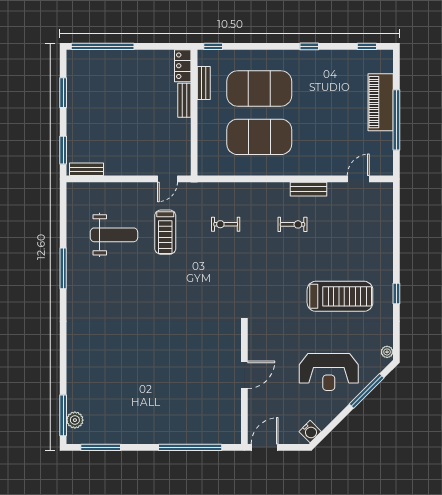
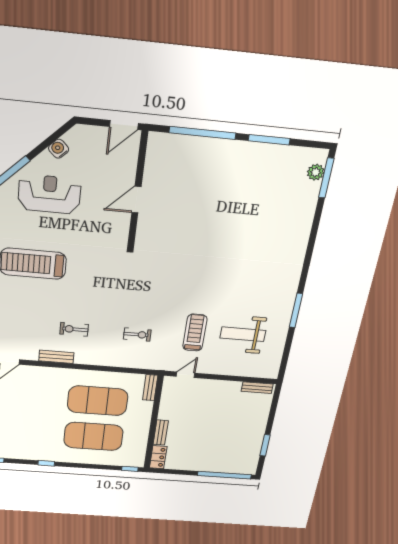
bench: (204, 83) -> (150, 388), moved
window: (63, 150) -> (275, 404), removed
water cooler: (310, 432) -> (59, 149), moved
window: (101, 447) -> (269, 140), moved

